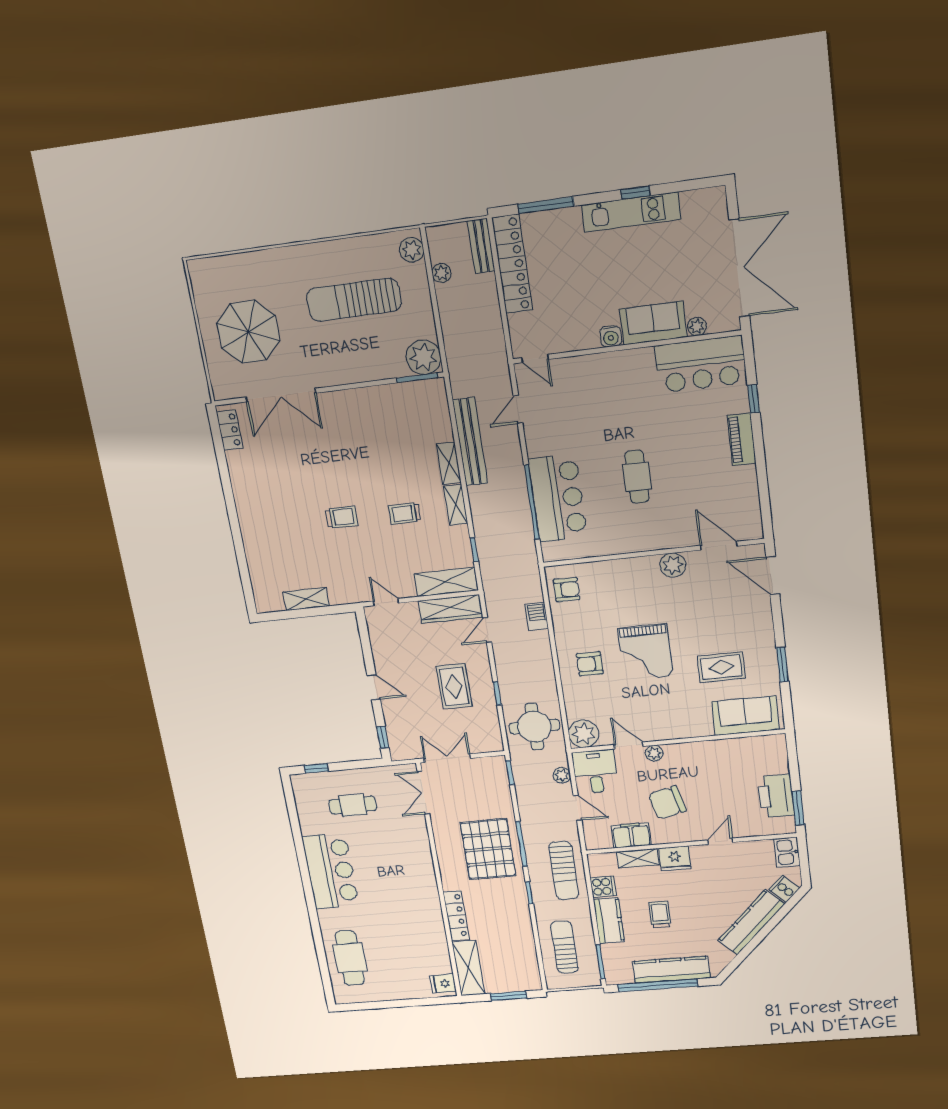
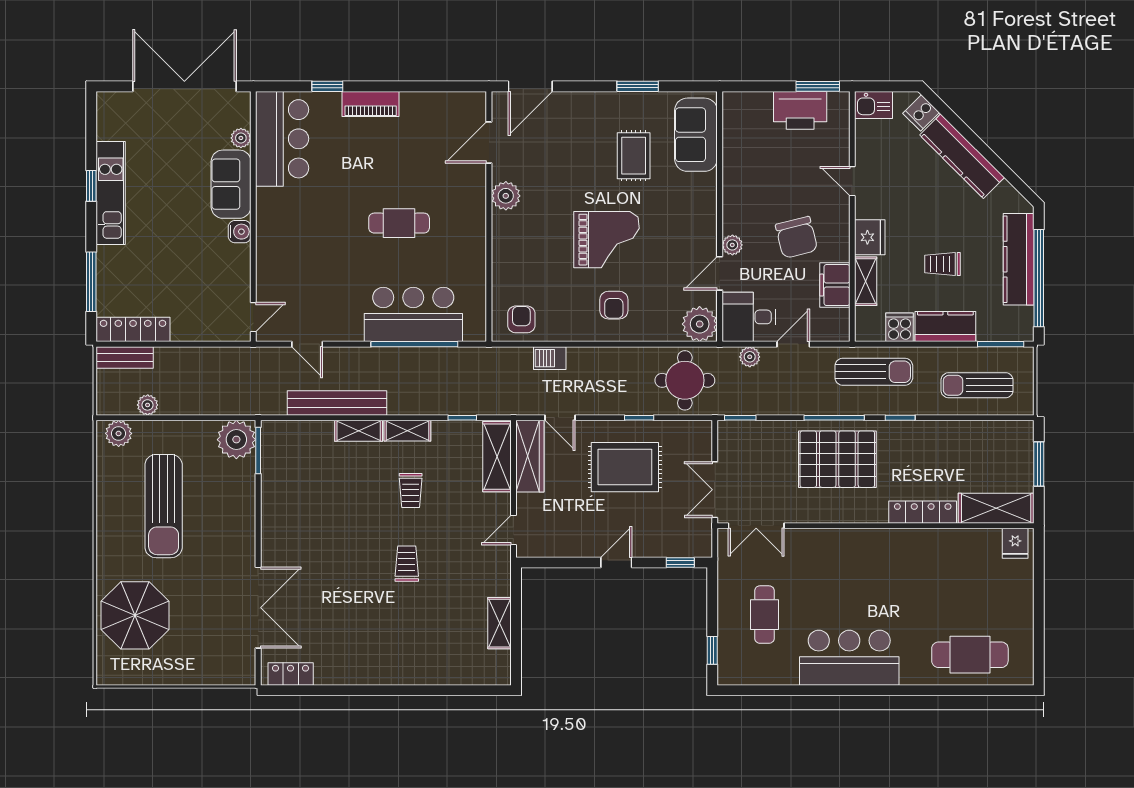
locker: (512, 264) -> (133, 329), width x0.71, depth x0.83
parasol: (248, 332) -> (135, 615), moved
rug: (454, 686) -> (625, 467), width x1.36, depth x1.43

